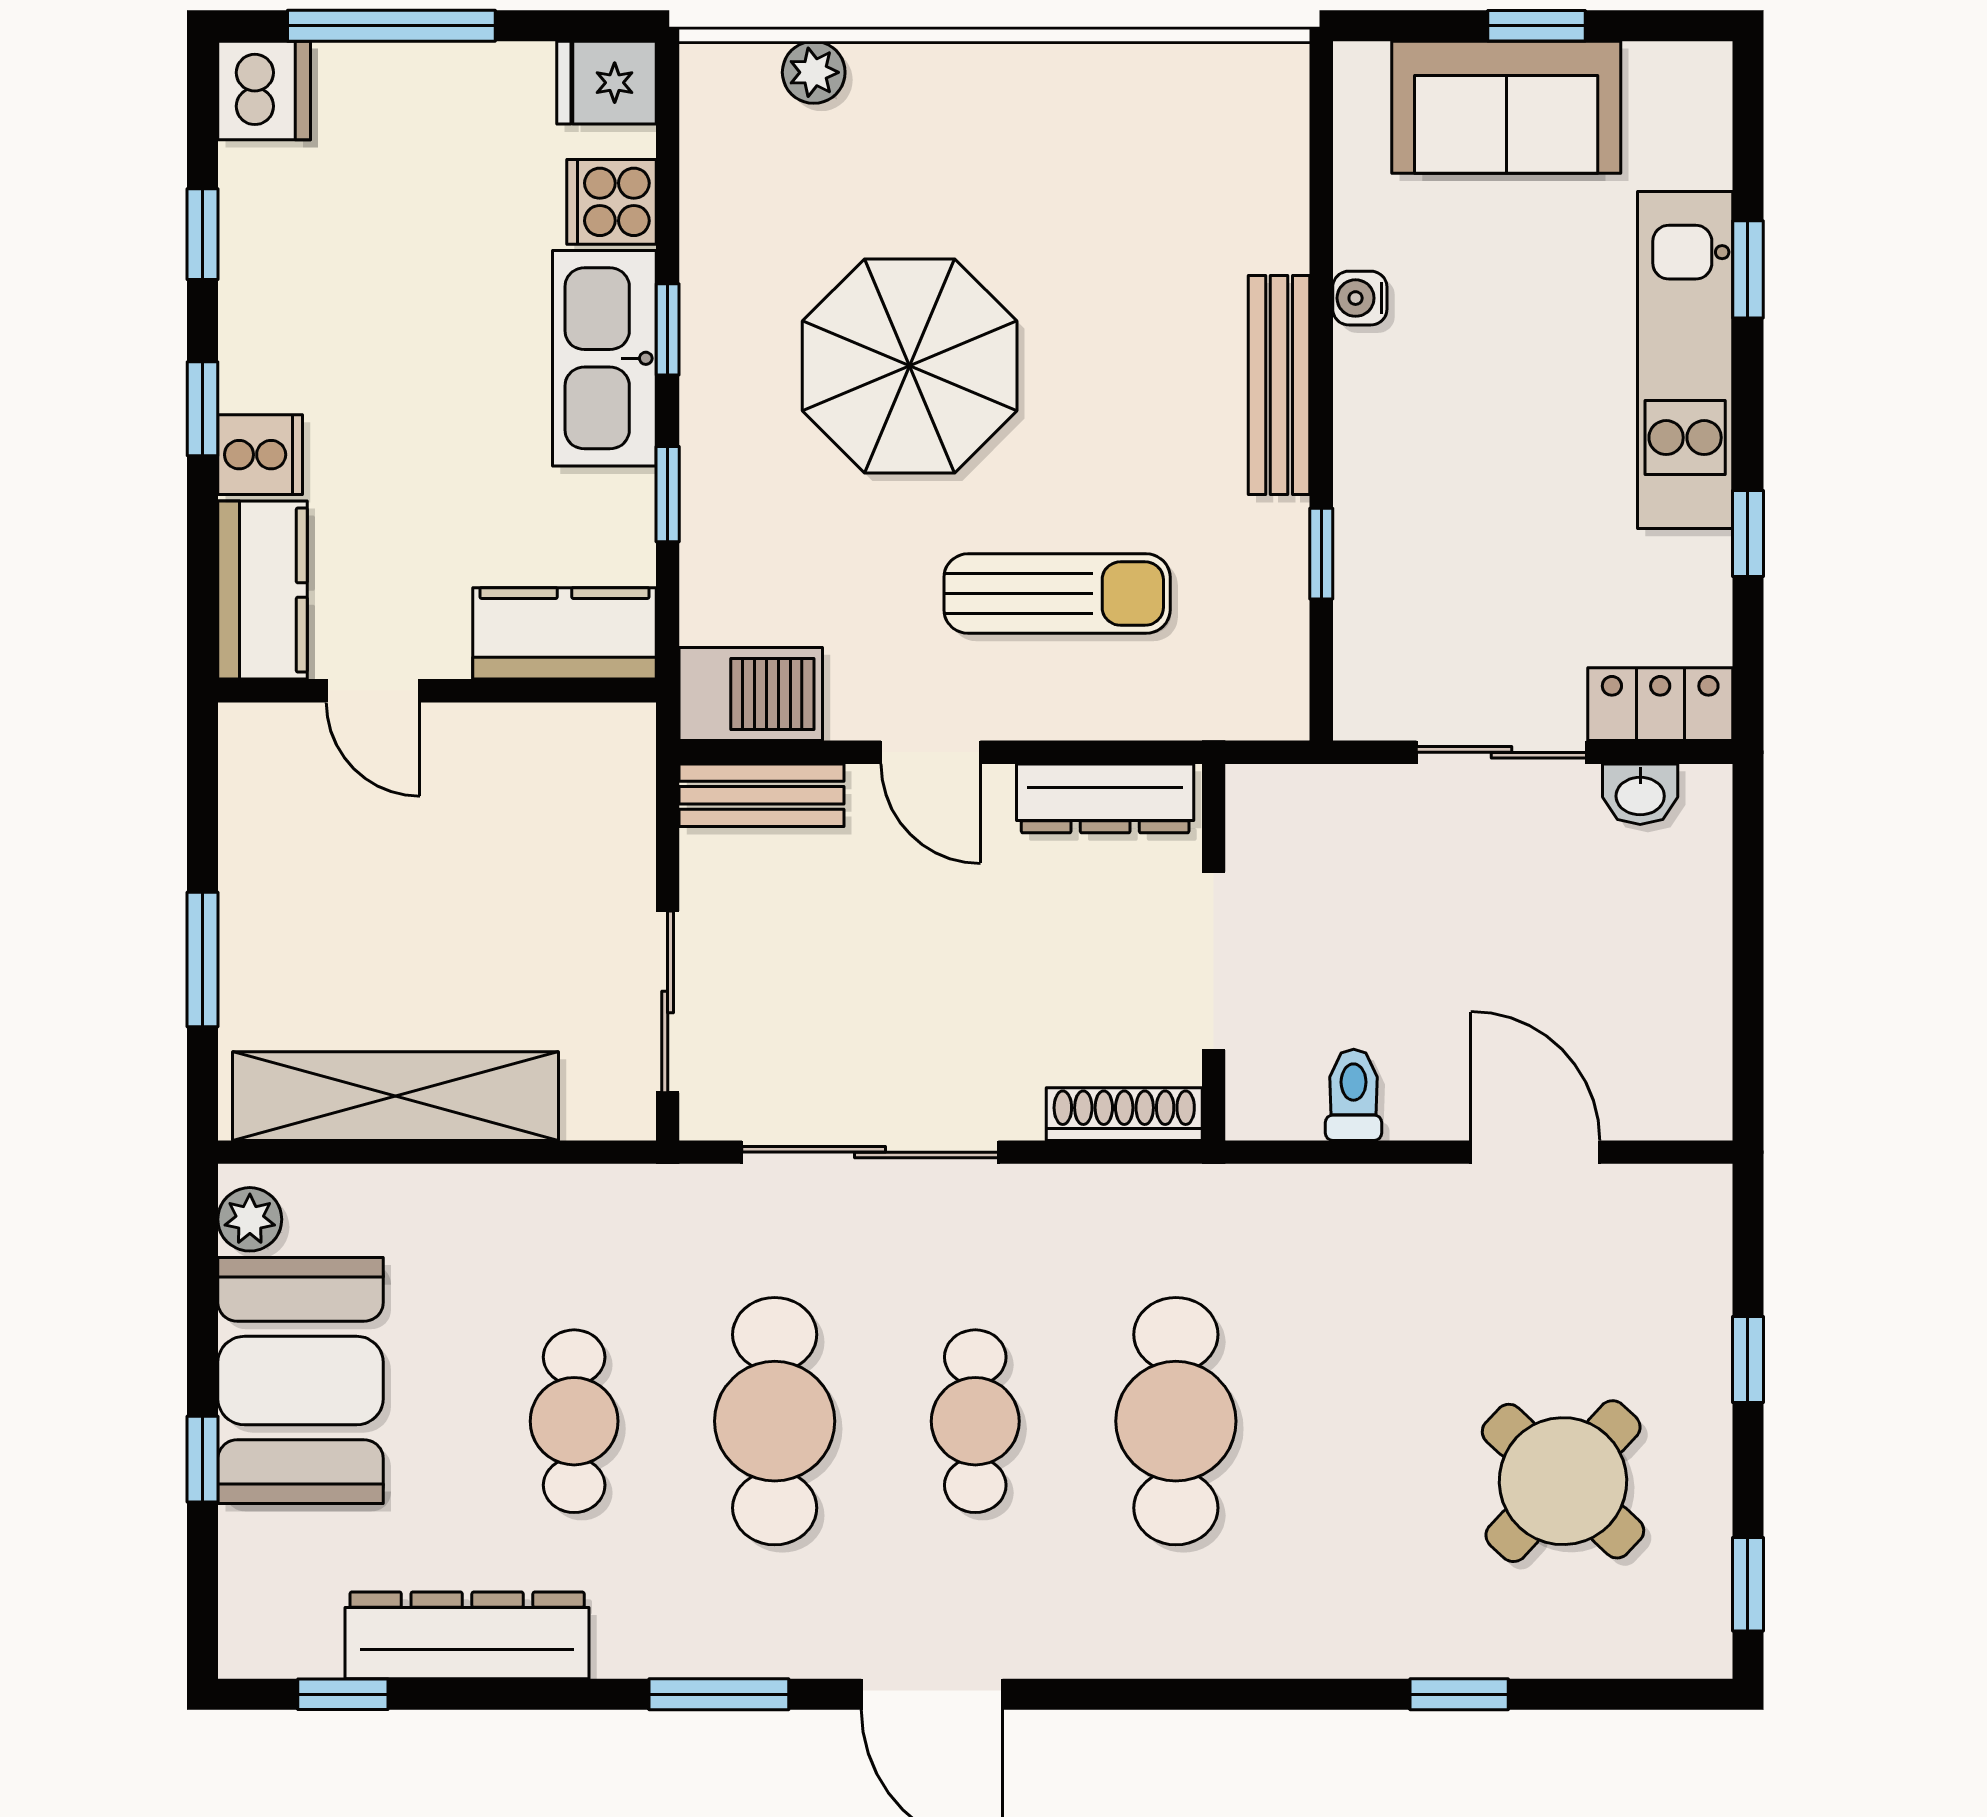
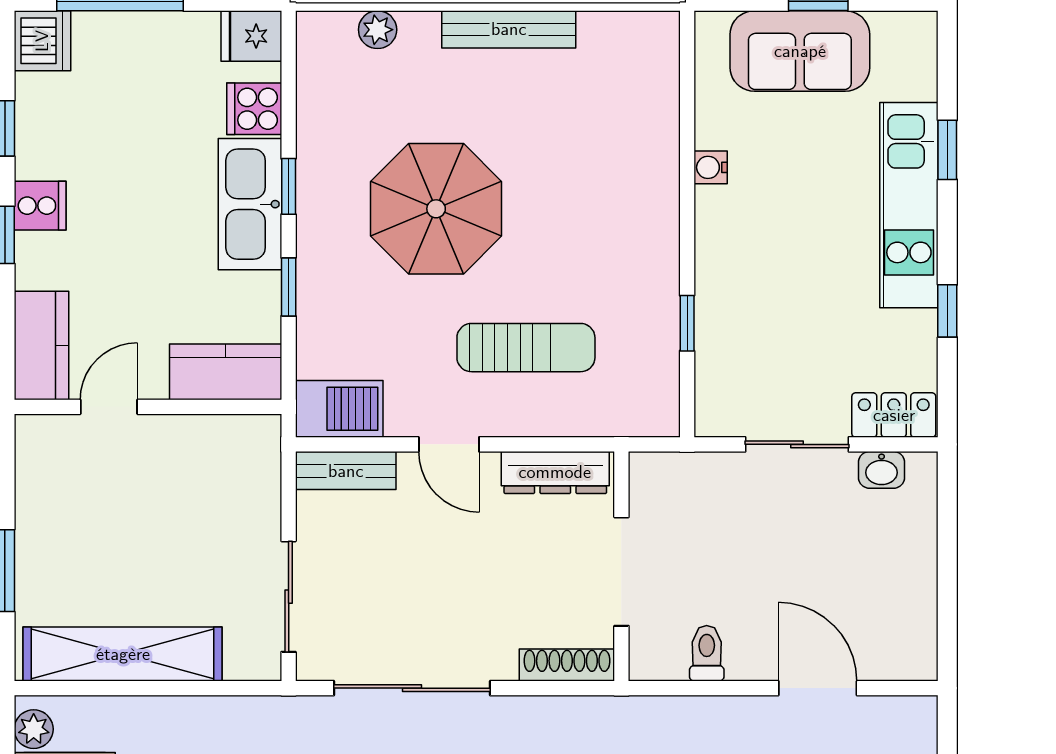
bench: (1279, 385) -> (509, 29), moved, turned 90
cooker: (260, 455) -> (40, 206), moved
door: (373, 691) -> (109, 407), swing flipped

